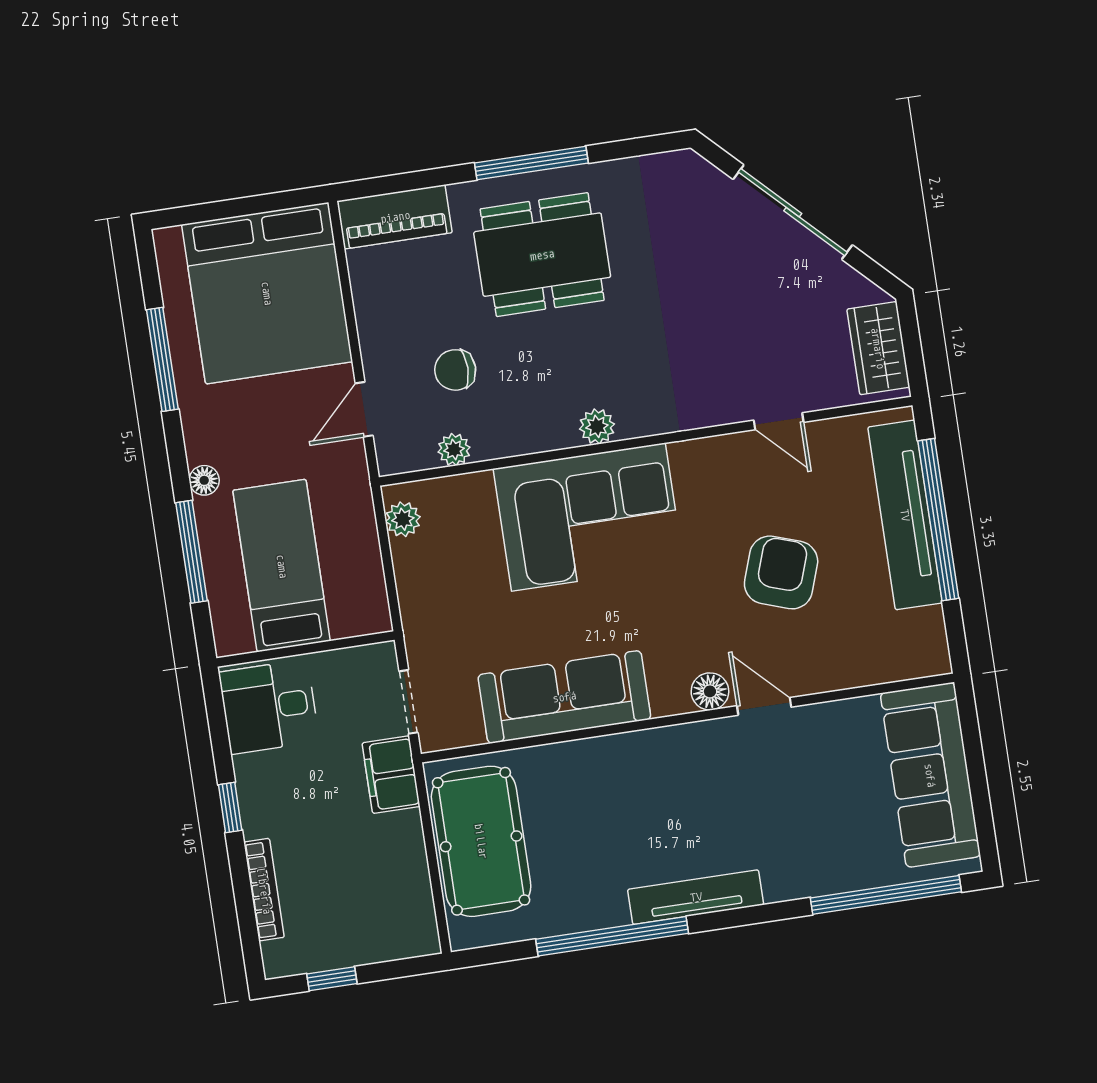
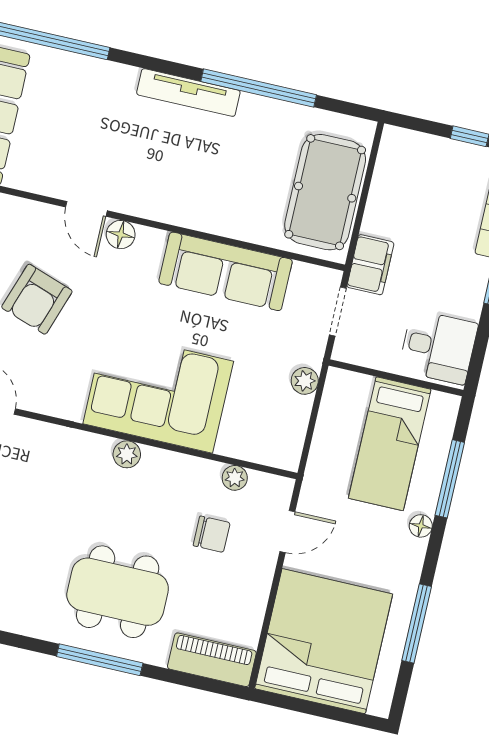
plant: (403, 519) -> (305, 381), moved

